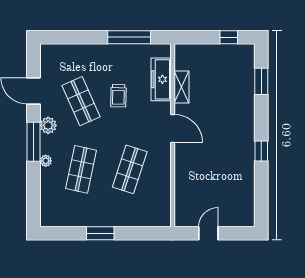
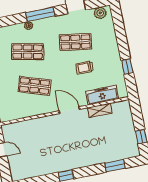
window: (129, 37) -> (127, 67), width x0.46
shop shelf: (81, 101) -> (76, 42), turned 33
plant: (48, 125) -> (100, 13), moved
door: (173, 128) -> (69, 110), swing flipped

